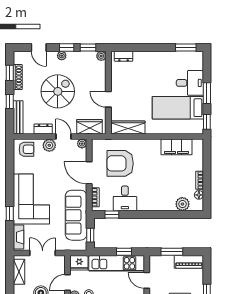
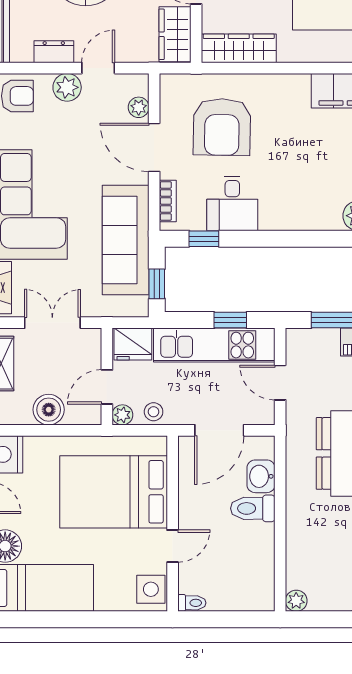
wardrobe: (89, 127) -> (175, 34), moved, turned -90
door: (64, 136) -> (98, 68), hinge flipped
plant: (82, 144) -> (139, 107), moved
armchair: (120, 163) -> (222, 127), turned -89

